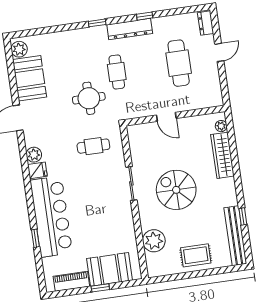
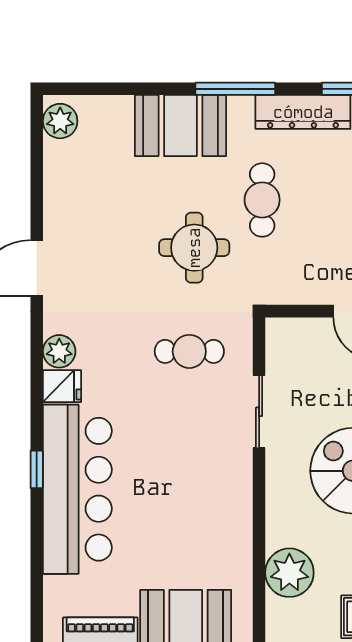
window: (97, 23) -> (235, 89), width x2.17
booth: (30, 78) -> (180, 126), moved, turned 90
sliding door: (131, 183) -> (259, 412), moved
window: (35, 238) -> (37, 469), moved

